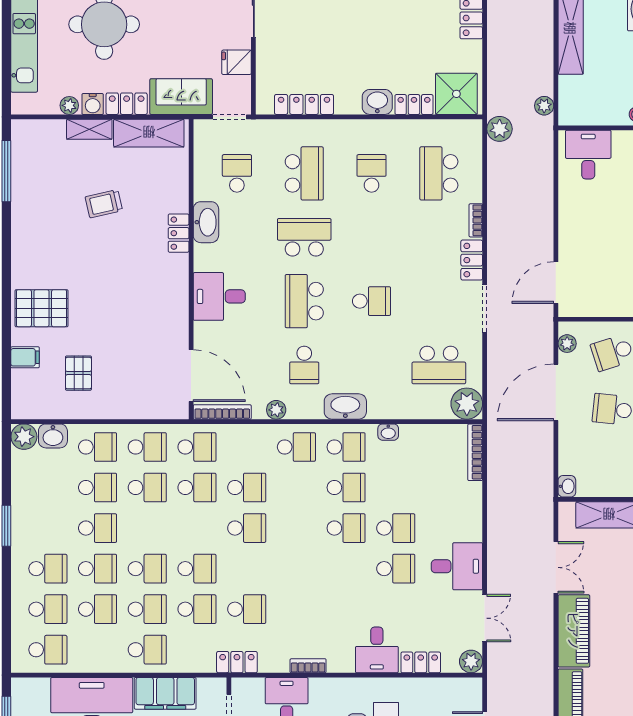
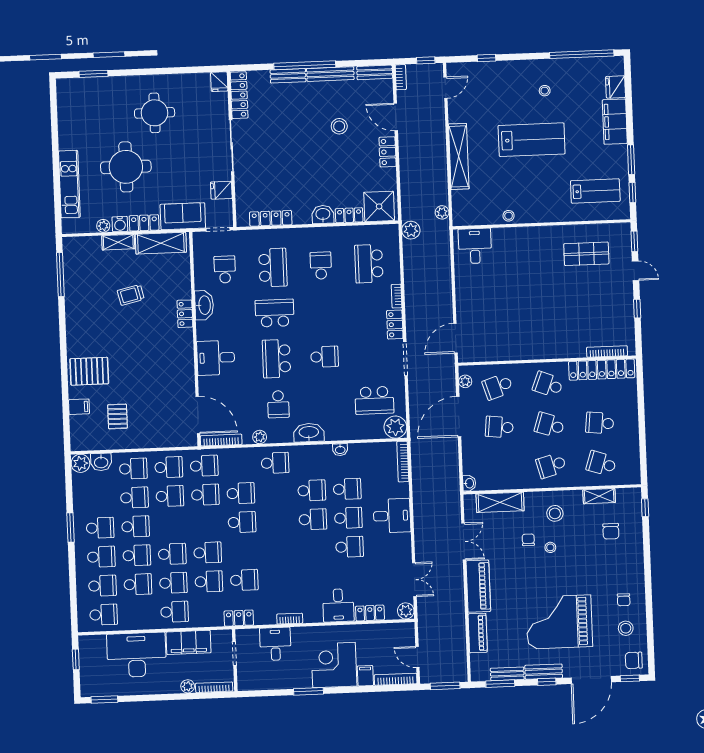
school desk: (346, 447) -> (347, 489), moved
school desk: (48, 528) -> (100, 528), added
desk: (457, 566) -> (392, 516), moved

